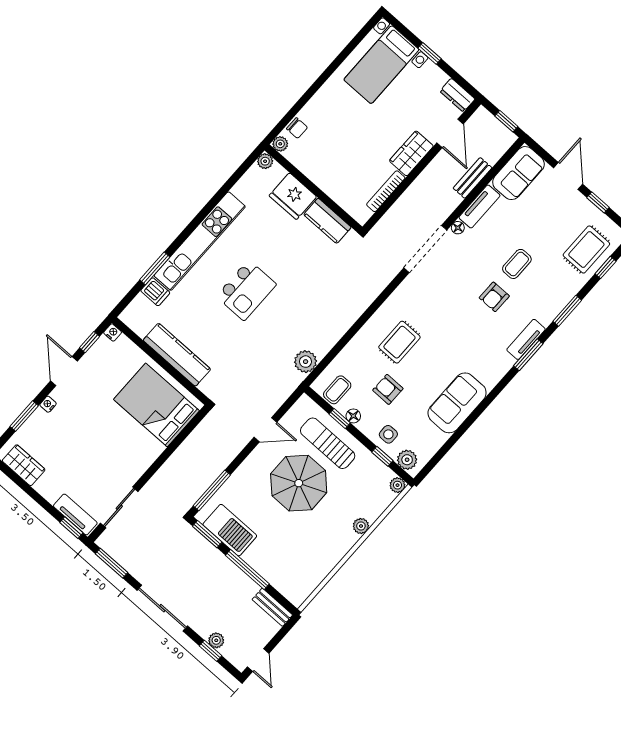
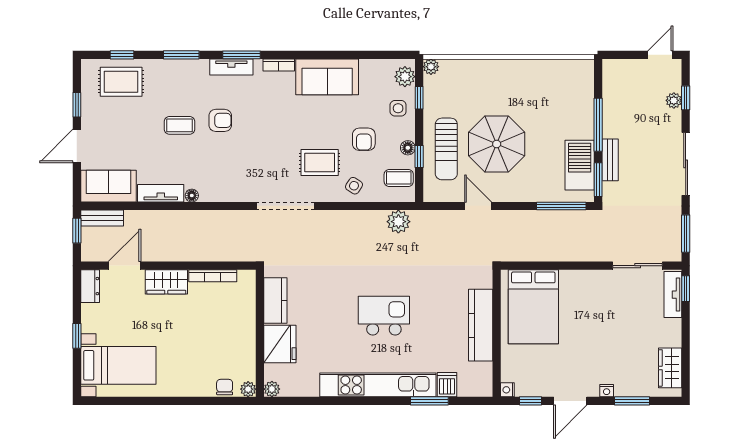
bench: (473, 178) -> (102, 218), moved
doorway: (425, 249) -> (286, 206), moved
side table: (360, 352) -> (354, 186), added
bookcase: (497, 375) -> (279, 65), added
plant: (361, 526) -> (487, 67), removed
bench: (272, 607) -> (610, 160), moved

